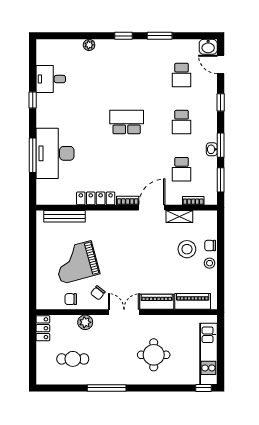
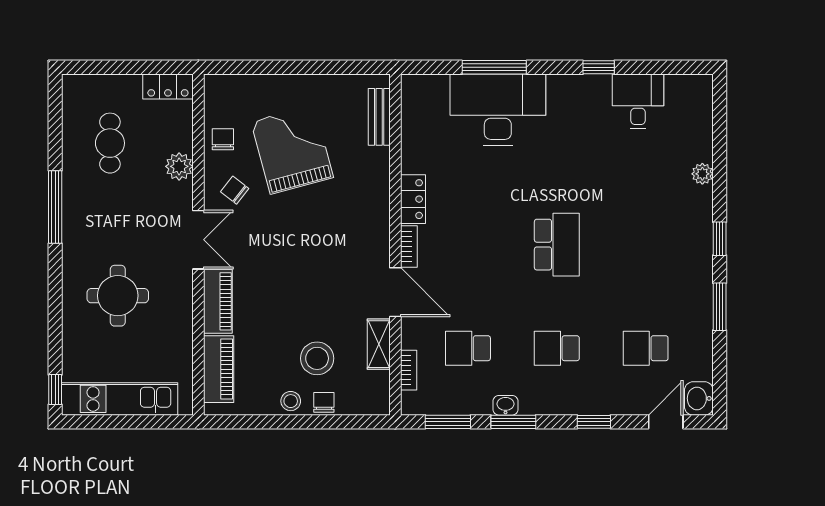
locker: (96, 198) -> (413, 199), width x0.66
bench: (64, 216) -> (379, 117), width x0.73

